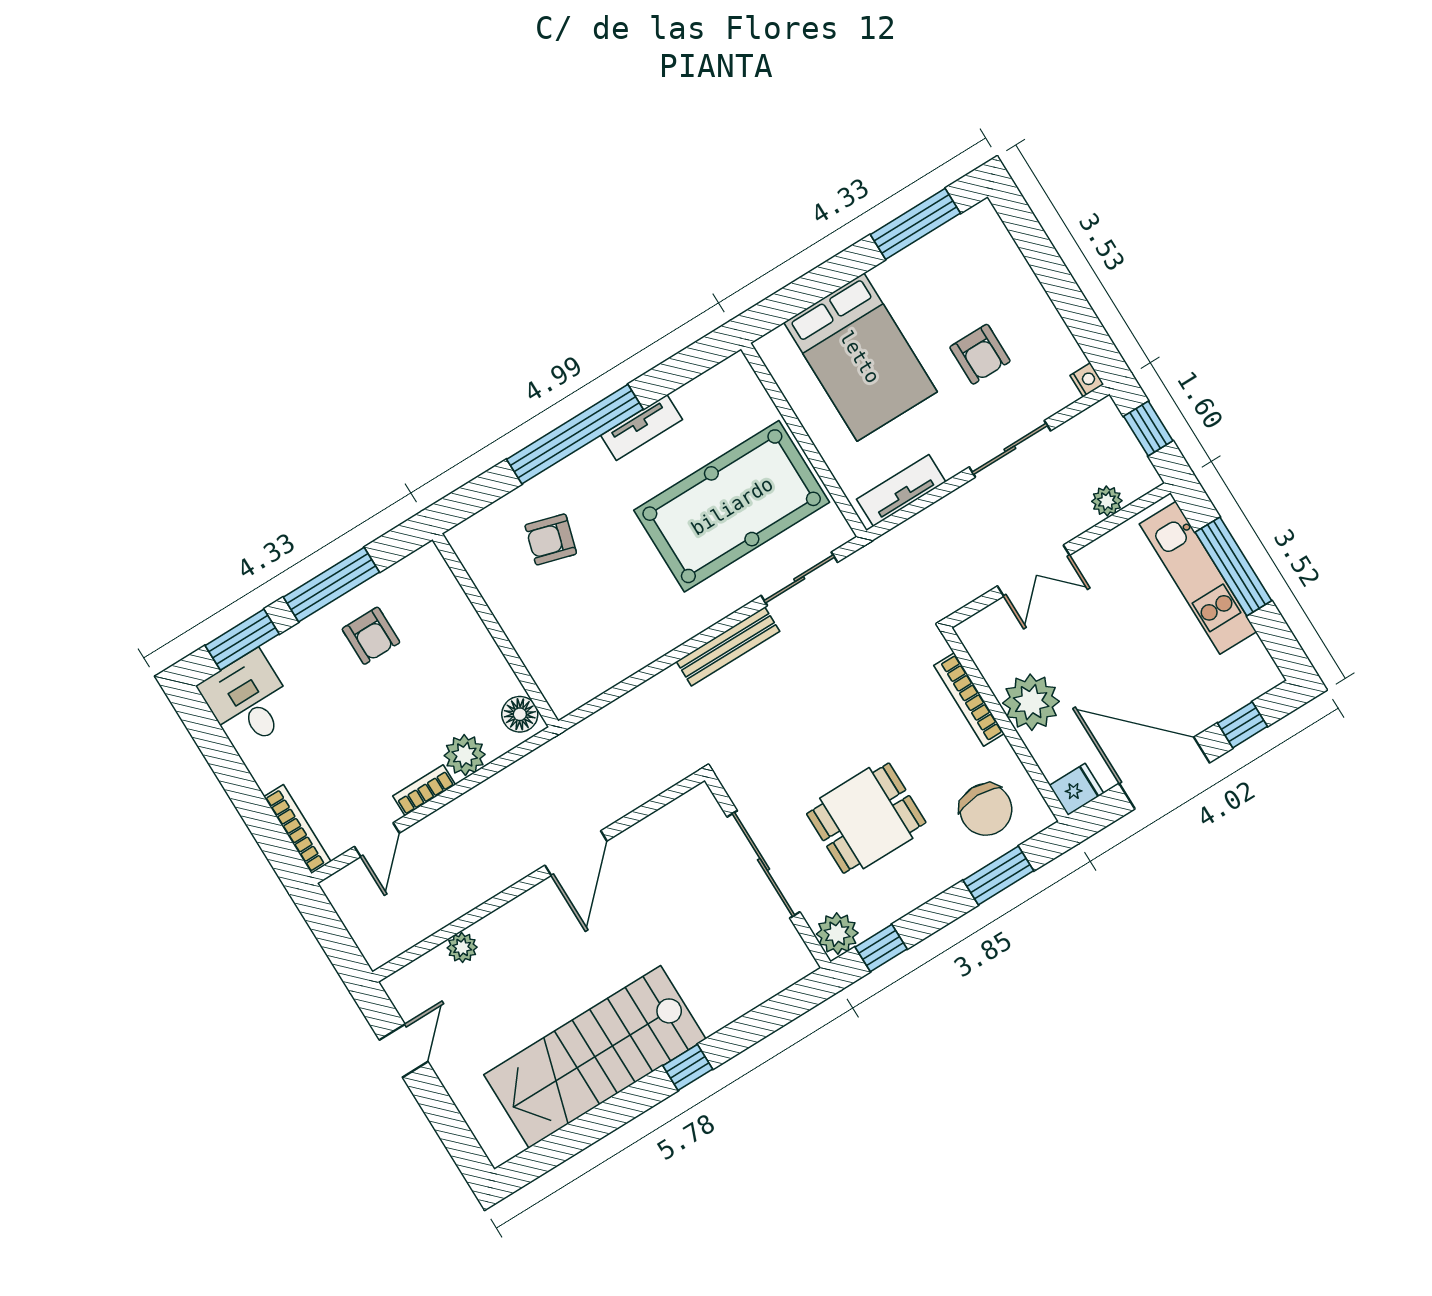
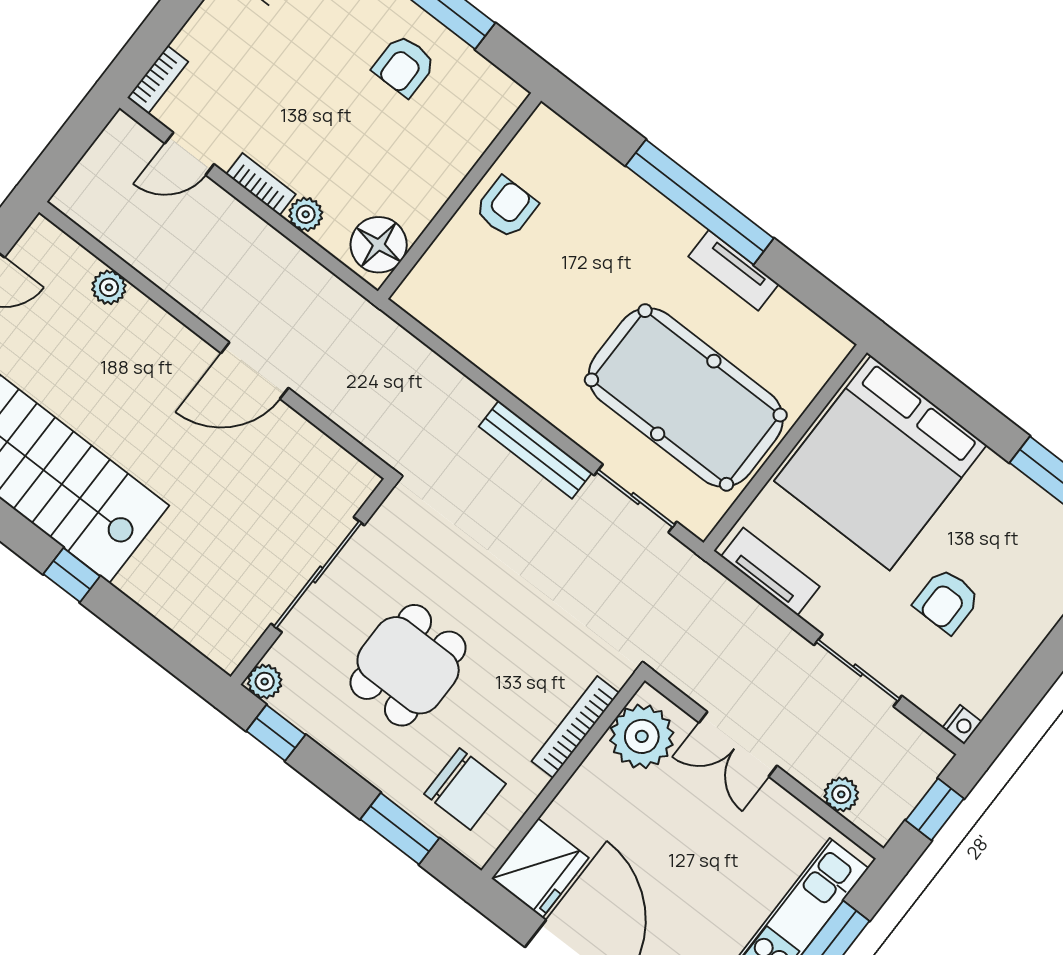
bed: (860, 357) -> (880, 463), width x1.36
armchair: (551, 539) -> (506, 208), moved, turned 74
plant: (1031, 702) -> (642, 736), moved
floor lamp: (520, 714) -> (379, 245), width x1.38, depth x1.38
plant: (465, 755) -> (306, 214), width x0.73, depth x0.73
fridge: (1076, 789) -> (540, 868), width x1.88, depth x1.34
chair: (986, 809) -> (465, 789), turned -90
dining table: (866, 818) -> (408, 665), turned 90
bookcase: (297, 829) -> (158, 80), width x0.64
plant: (837, 934) -> (265, 682), width x0.73, depth x0.73

